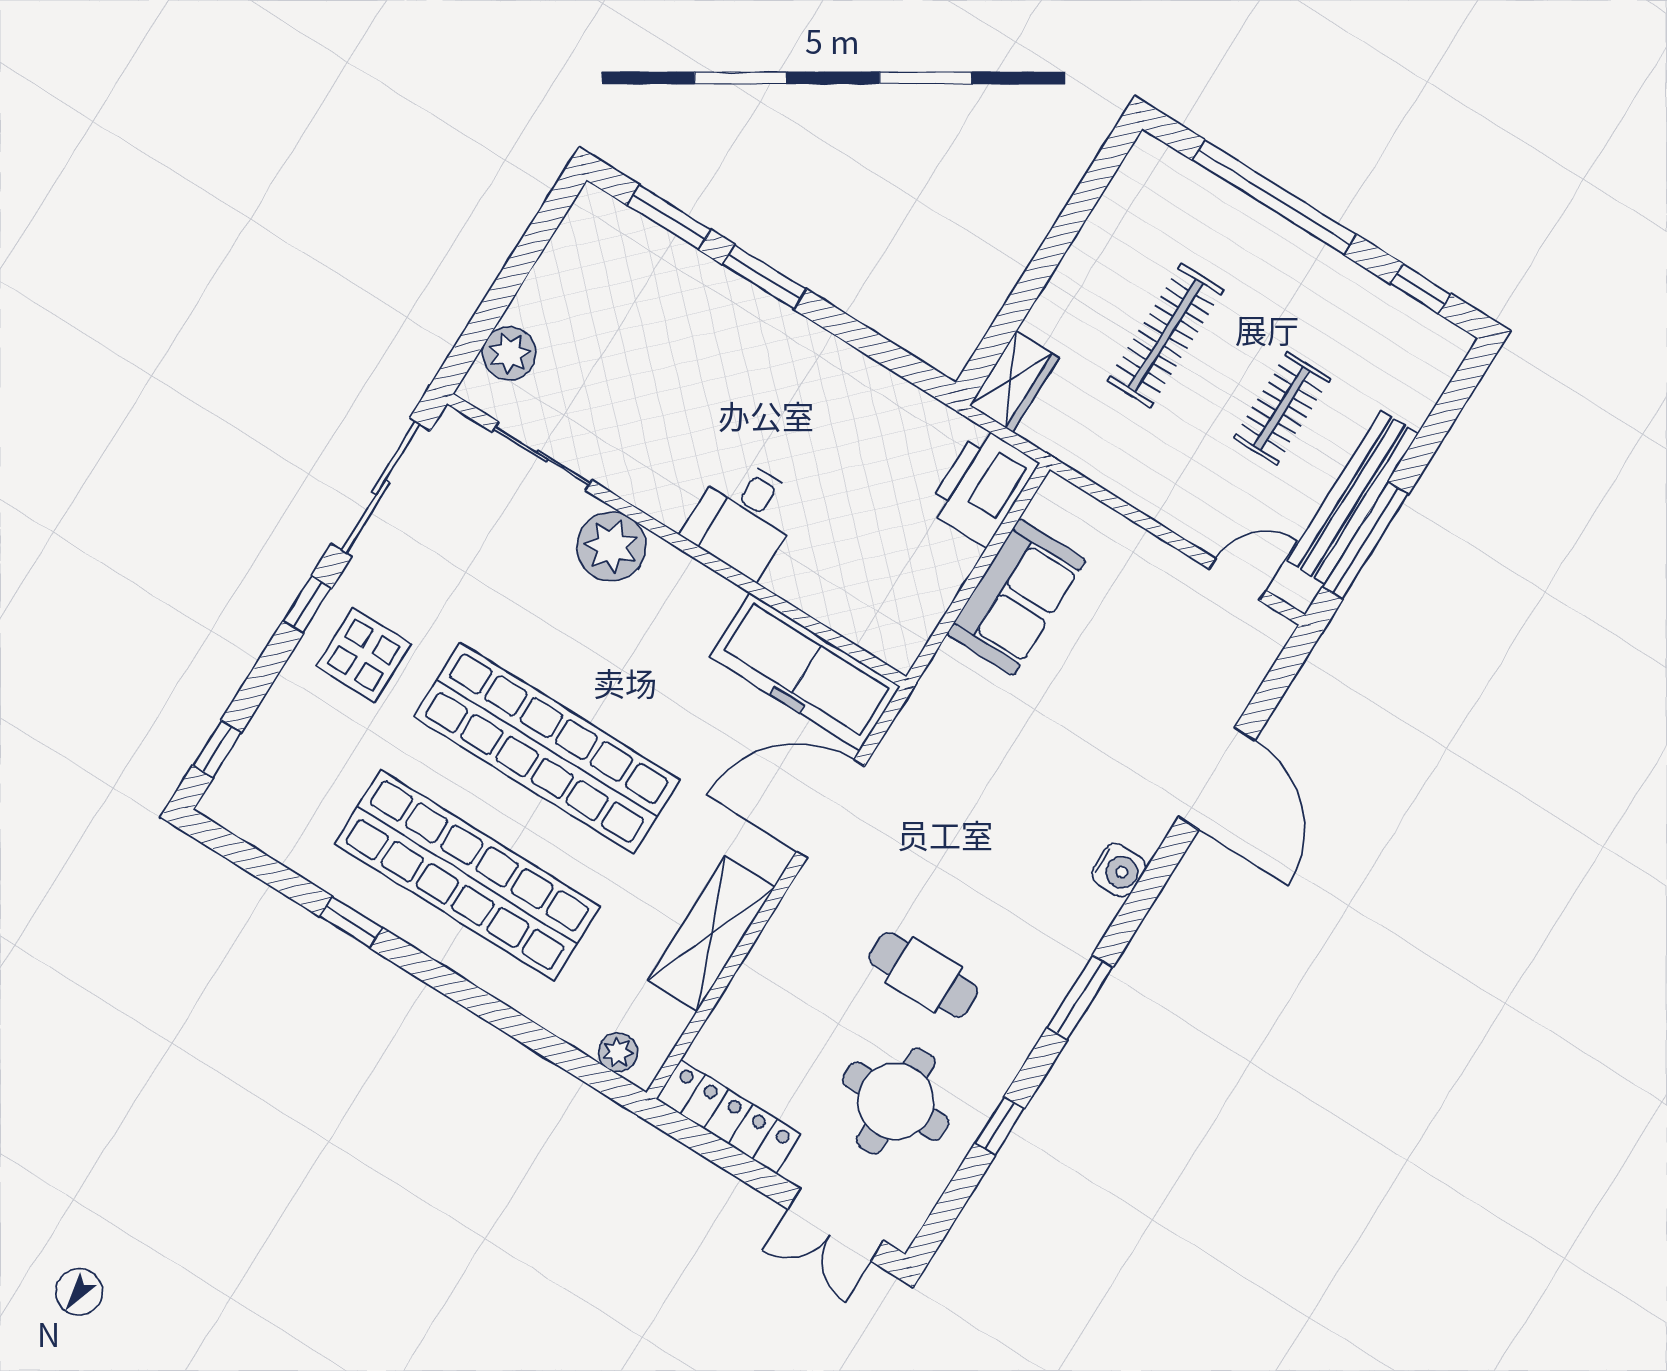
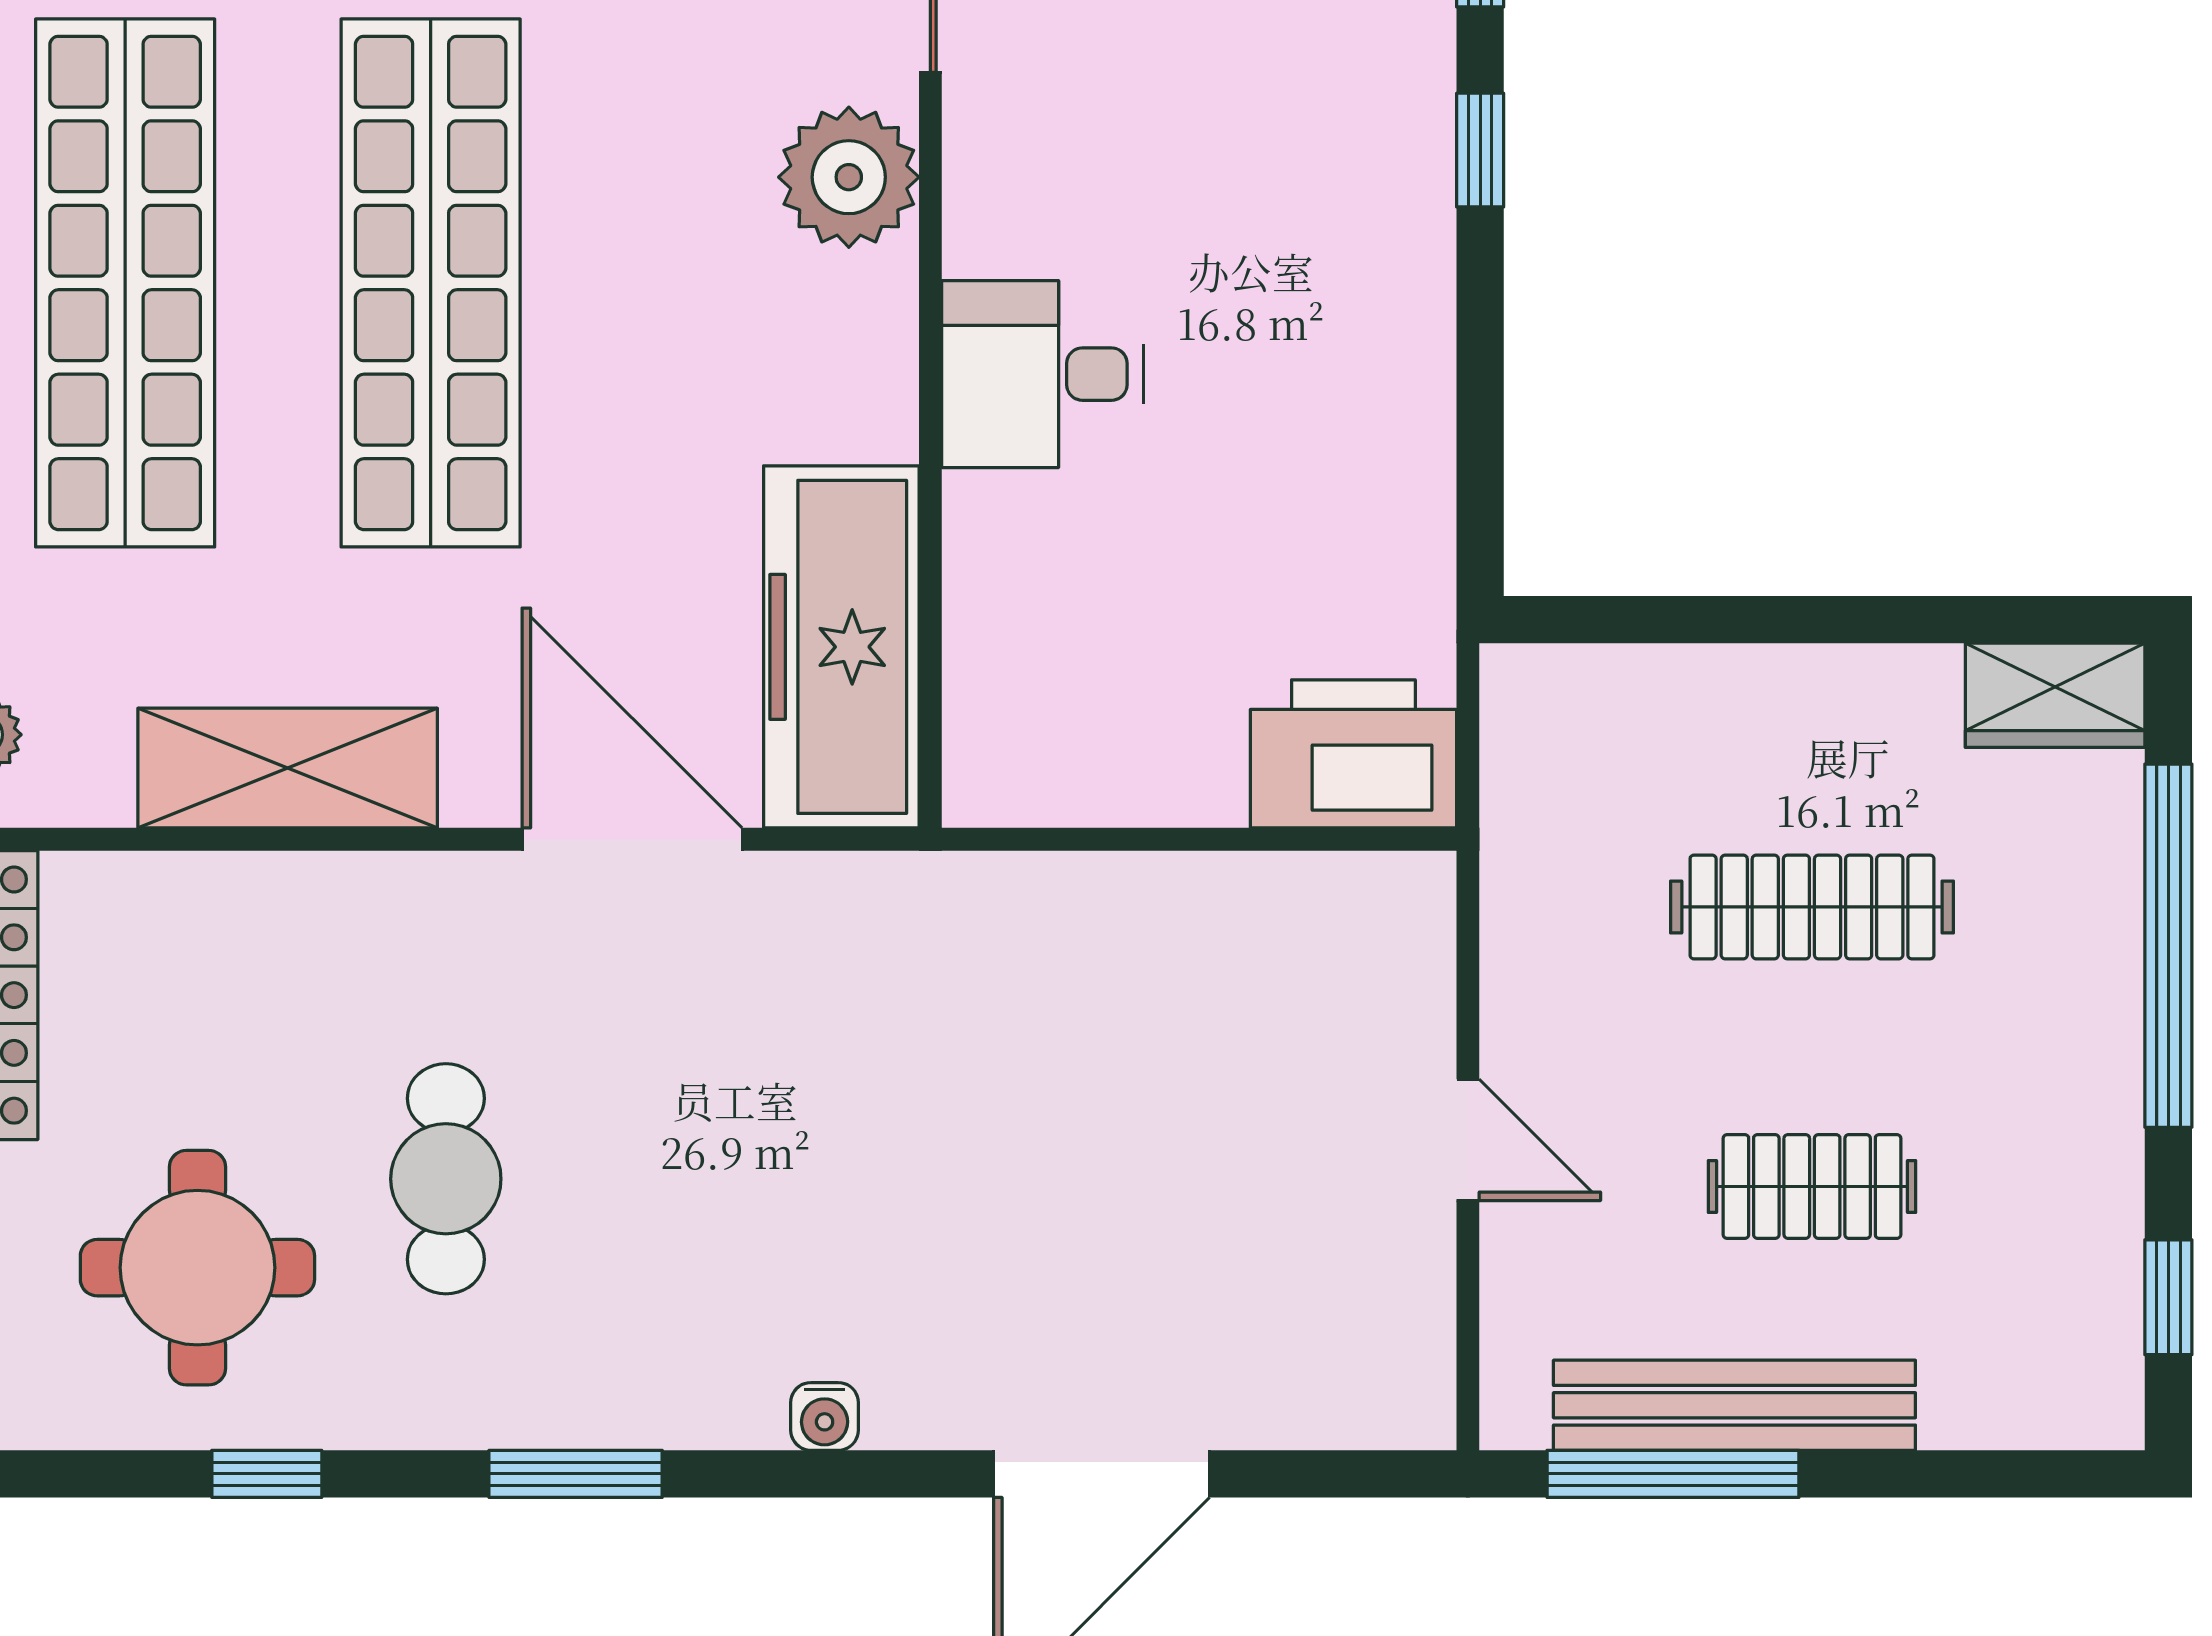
window: (764, 277) -> (1480, 150), width x0.67
wardrobe: (1014, 382) -> (2055, 695), moved
door: (1237, 580) -> (1468, 1140), moved
sofa: (1016, 597) -> (1199, 932), removed
water cooler: (1119, 870) -> (825, 1416), width x0.72, depth x0.72

